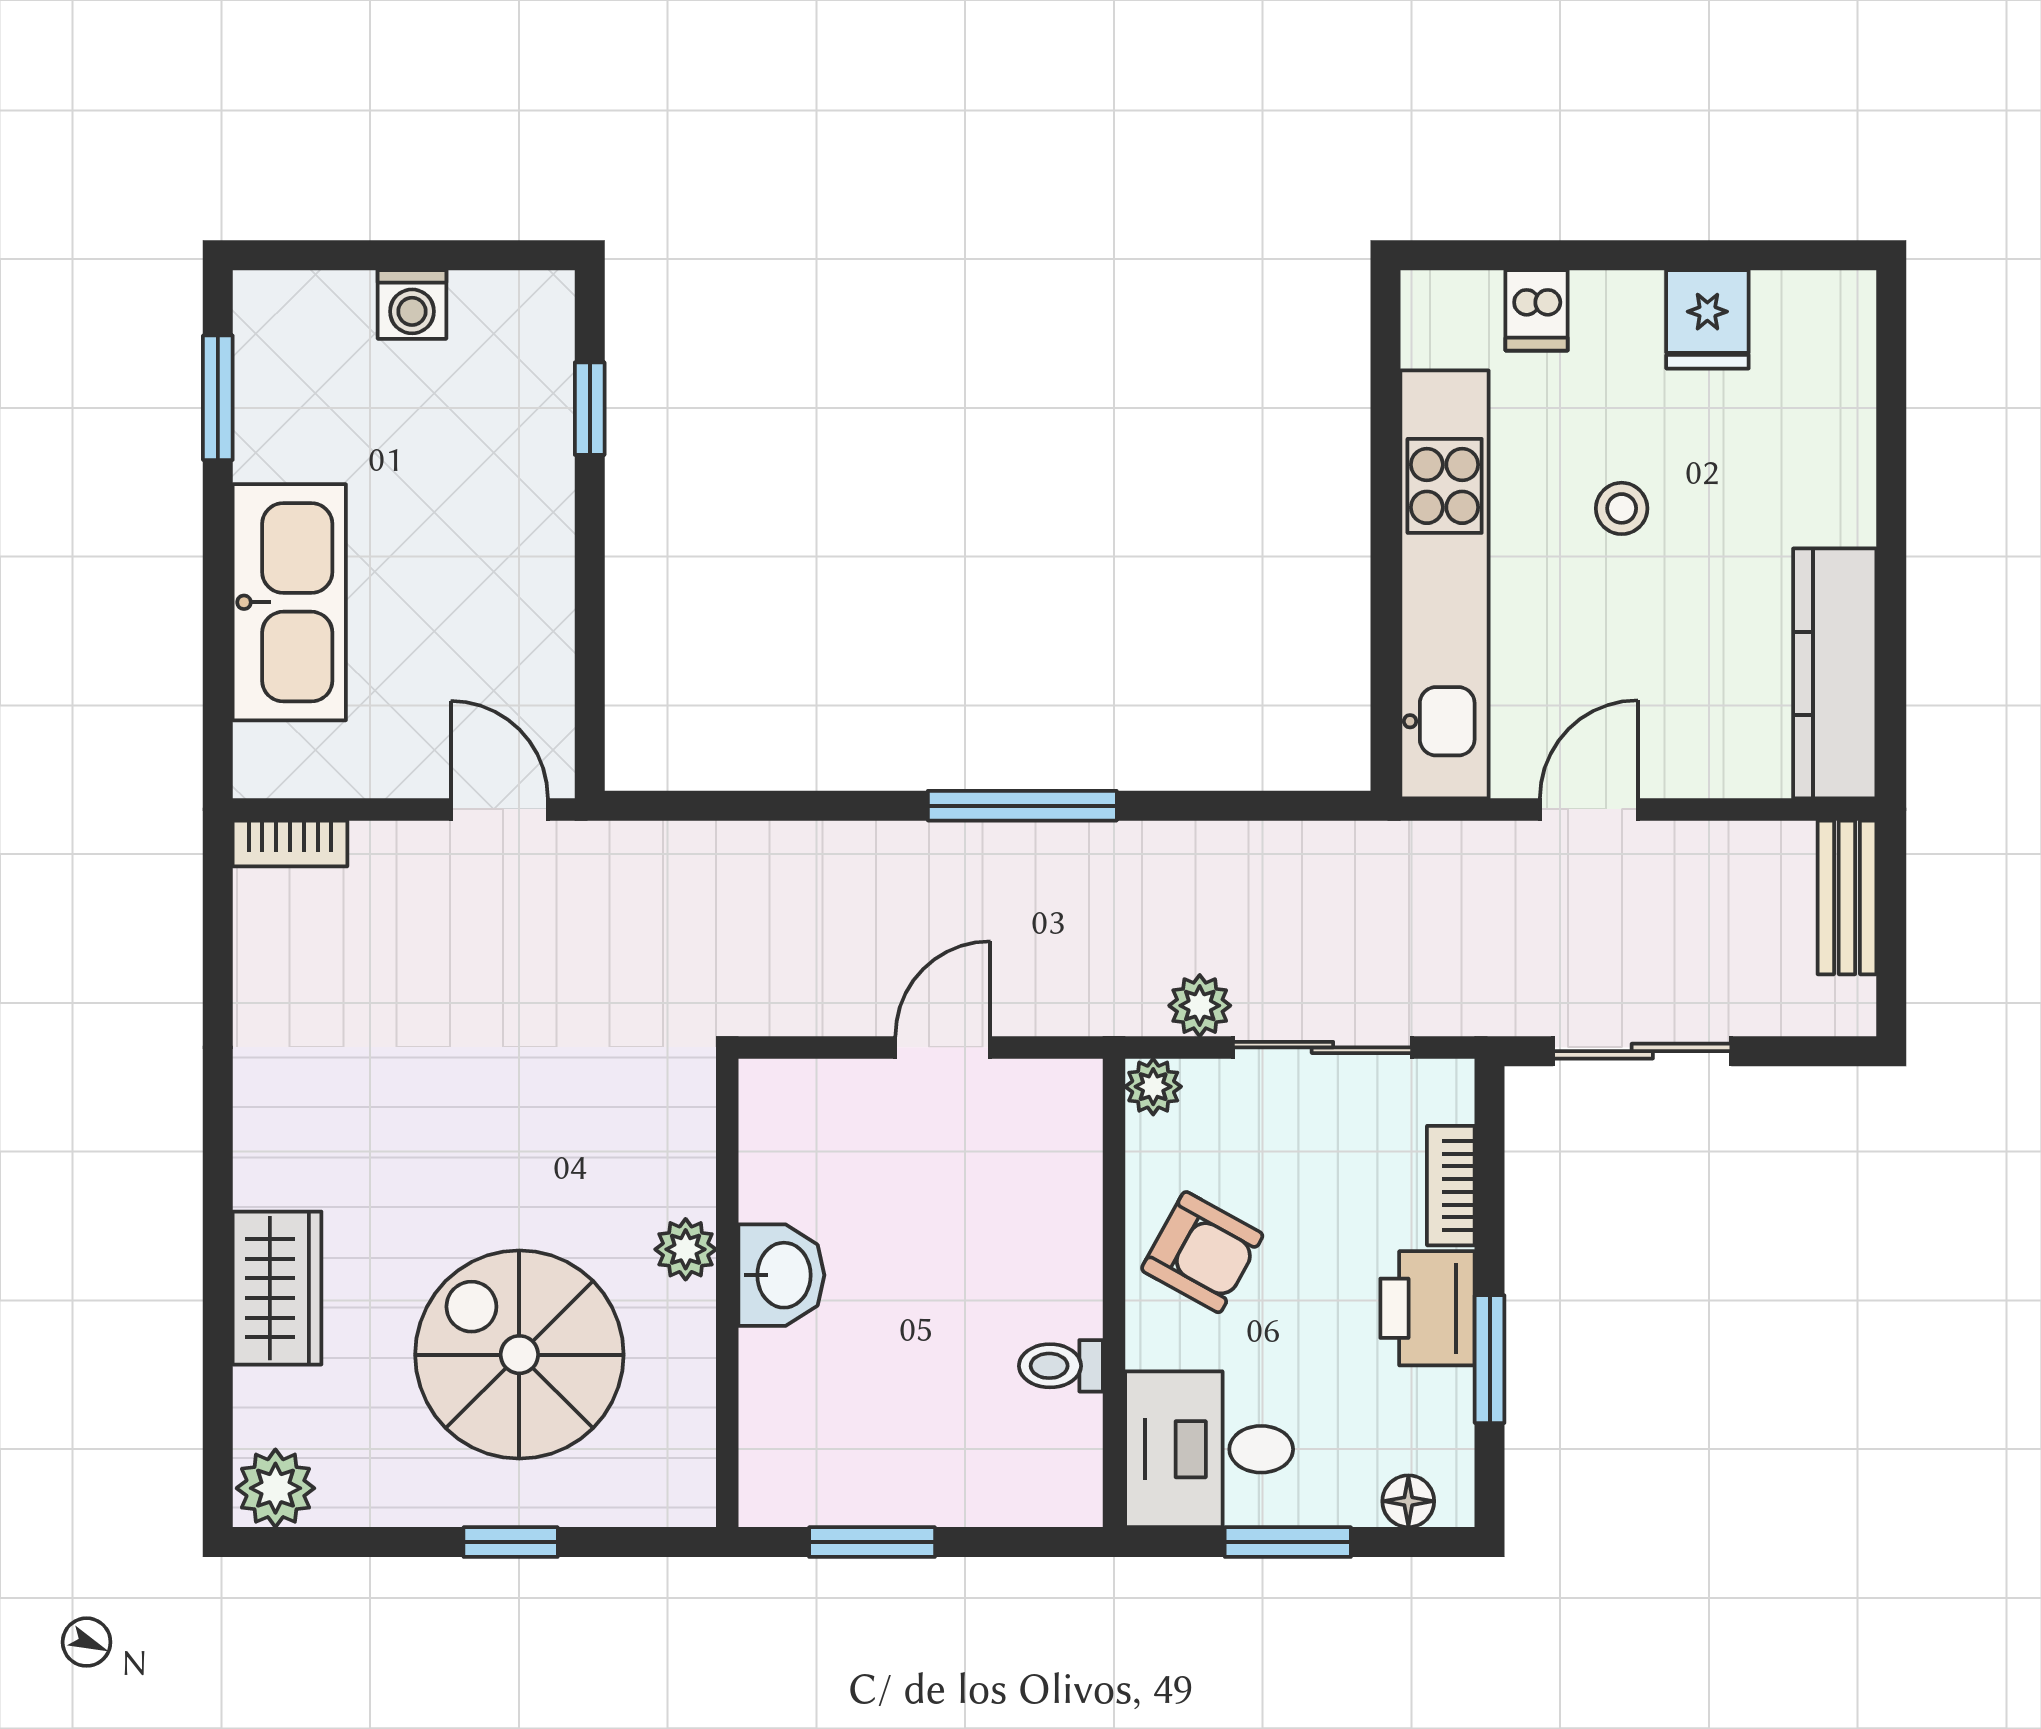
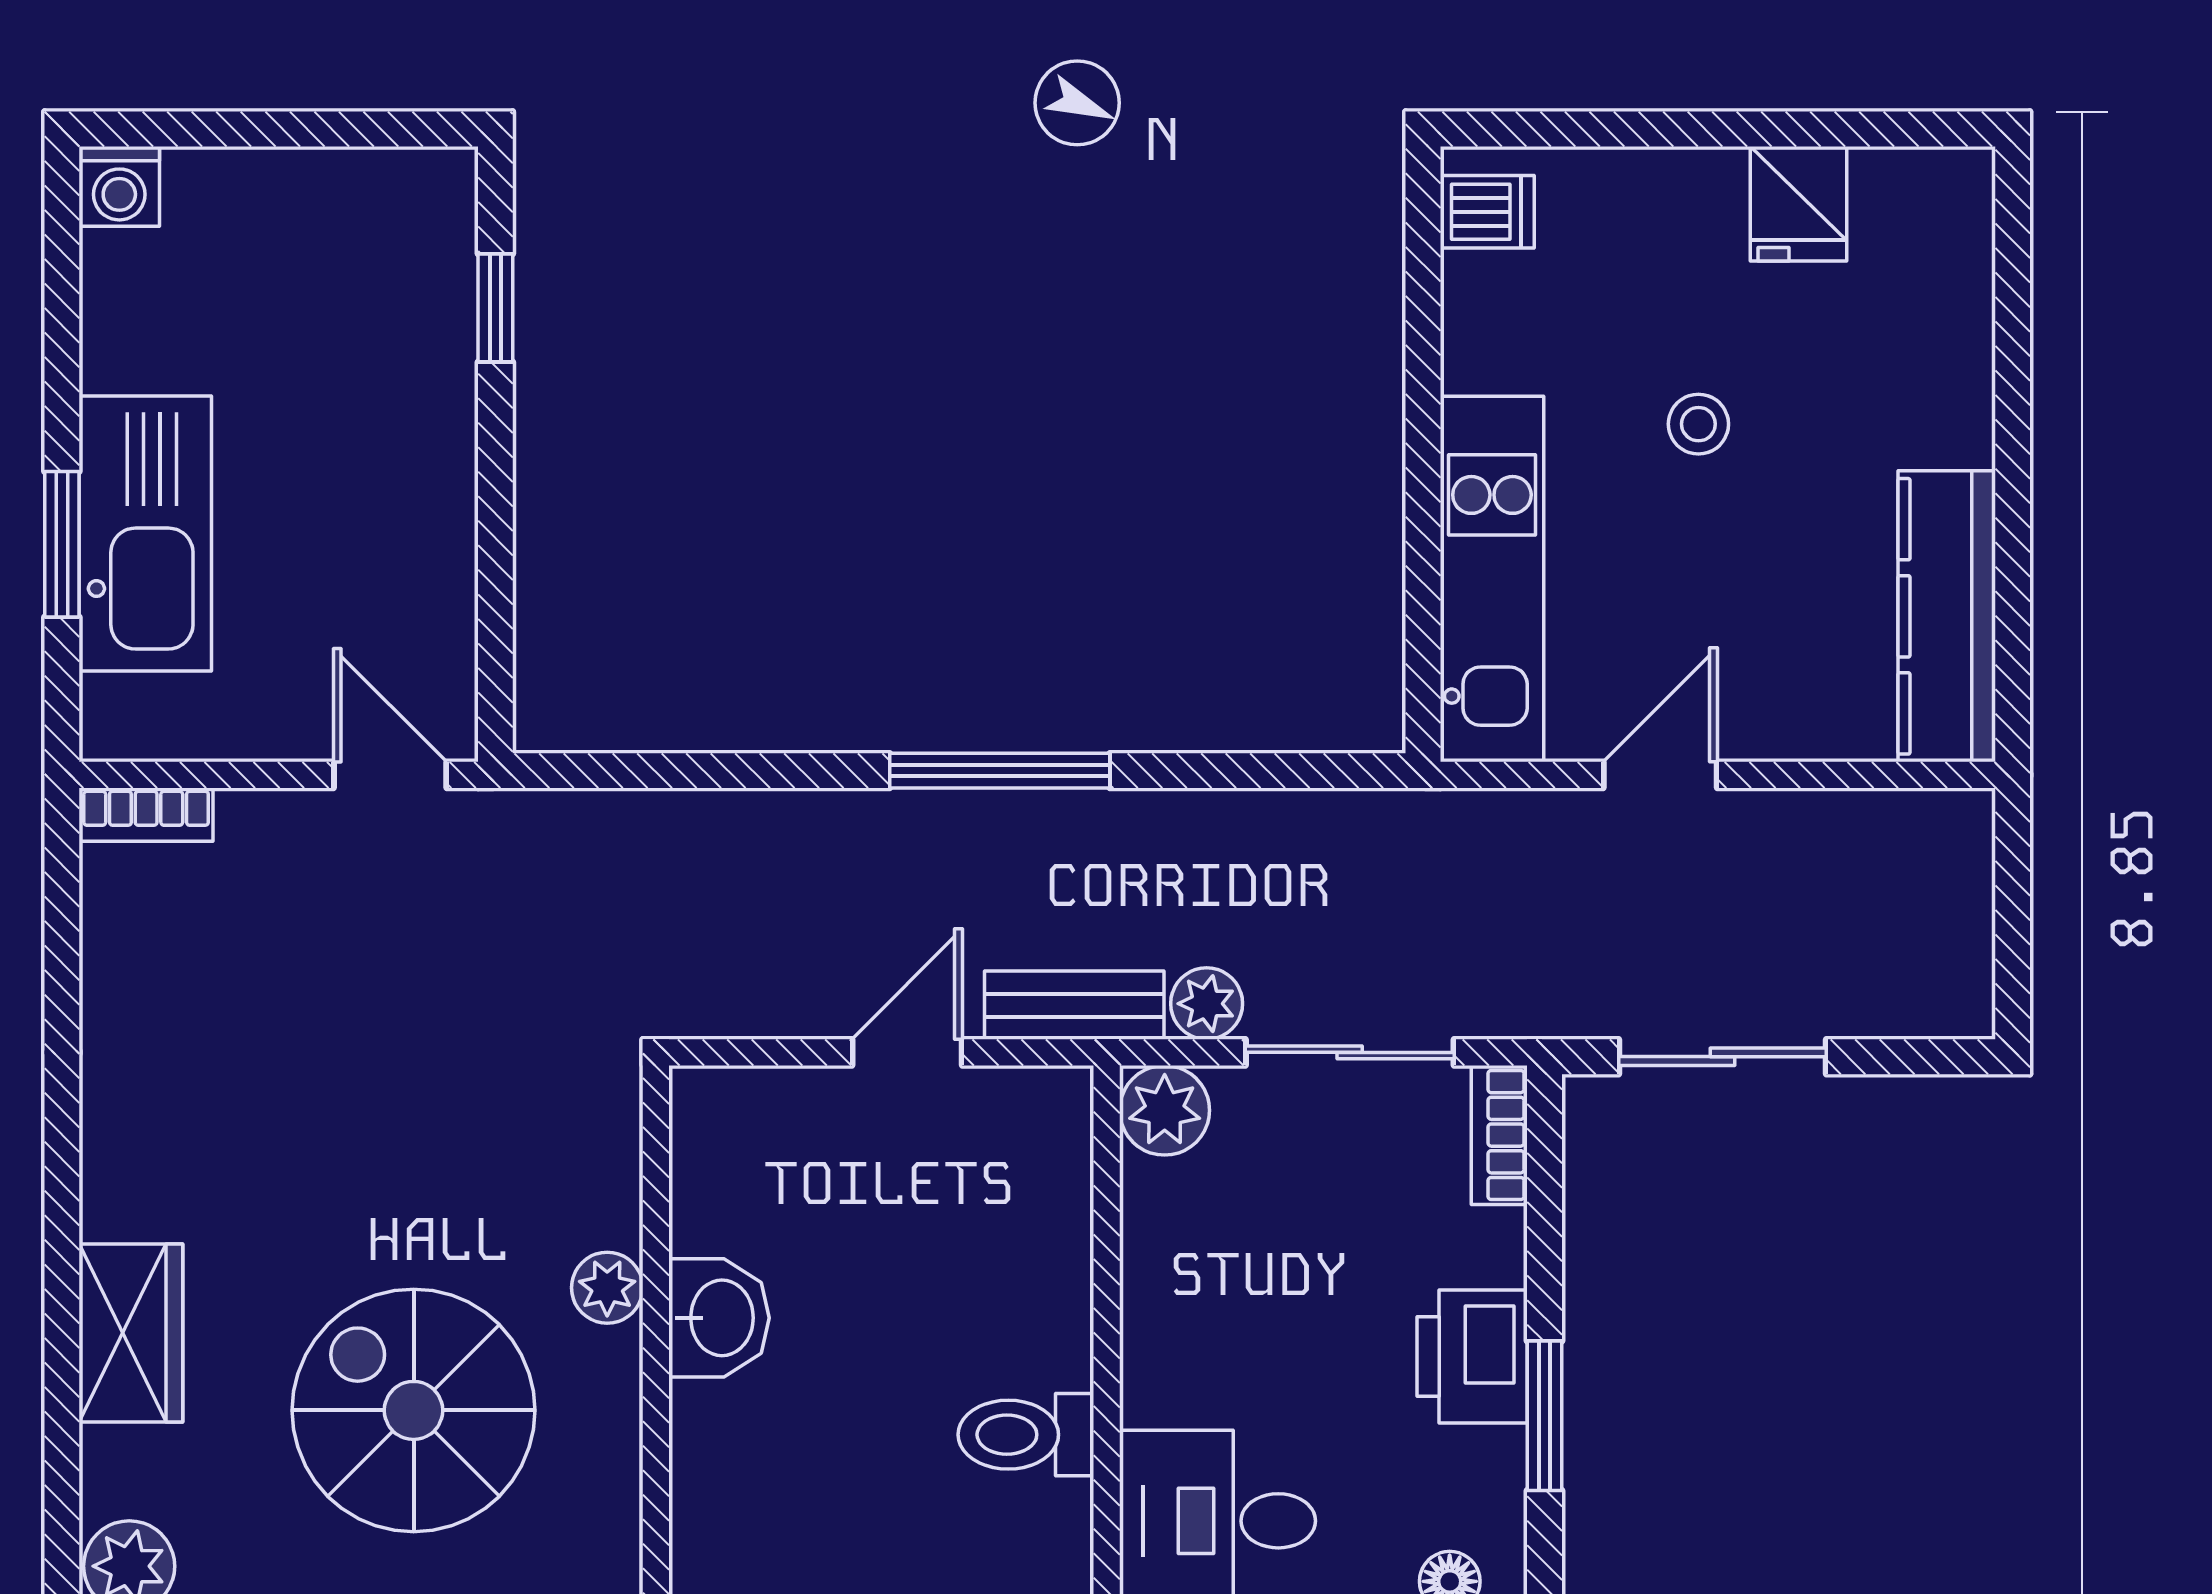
washing machine: (412, 305) -> (119, 186), moved
dishwasher: (1537, 310) -> (1487, 212), moved, turned -90
window: (218, 398) -> (62, 544), moved
kitchen unit: (1445, 584) -> (1492, 579), width x0.73
bench: (1847, 897) -> (1074, 1005), moved, turned 90
plant: (1153, 1087) -> (1165, 1110), width x1.38, depth x1.38
bookcase: (1451, 1186) -> (1499, 1135), moved
armchair: (1202, 1252) -> (1209, 1291), removed
toilet: (1061, 1366) -> (1026, 1435), width x1.37, depth x1.39

